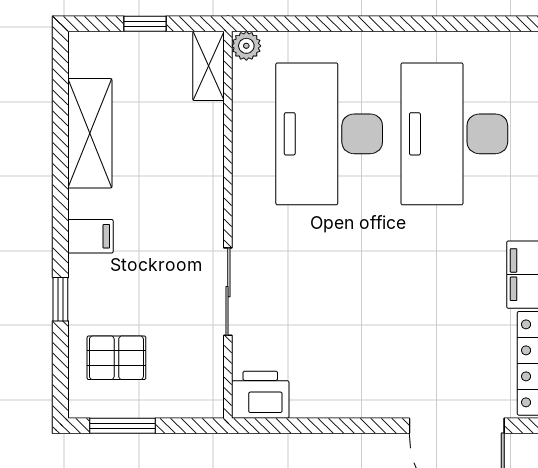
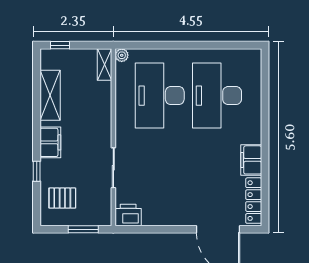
window: (145, 24) -> (60, 45), moved
filing cabinet: (90, 236) -> (50, 142), width x2.00
window: (122, 426) -> (83, 229), moved

